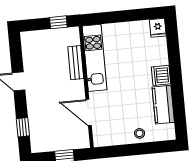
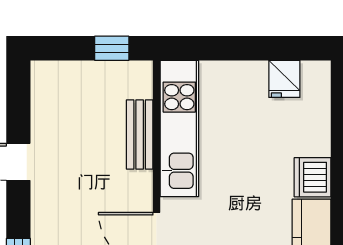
fridge: (158, 28) -> (284, 79), moved

